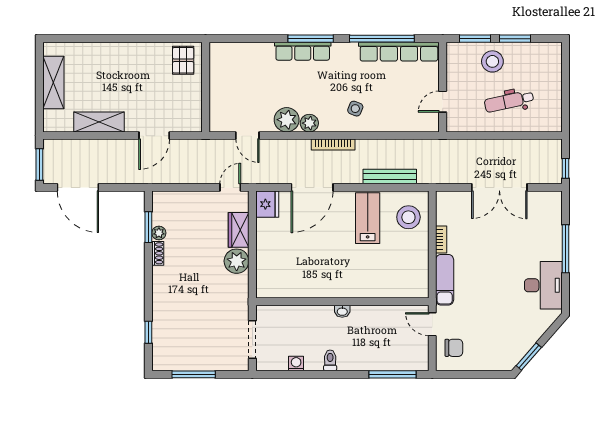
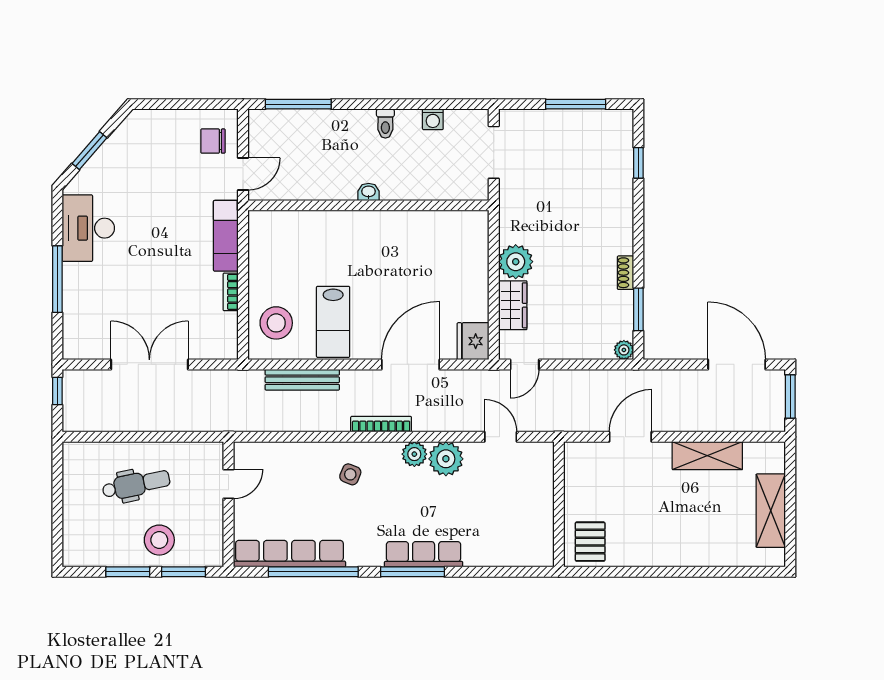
plant: (159, 233) -> (624, 350), moved
door: (432, 324) -> (243, 174), hinge flipped
window: (529, 357) -> (90, 151), moved

